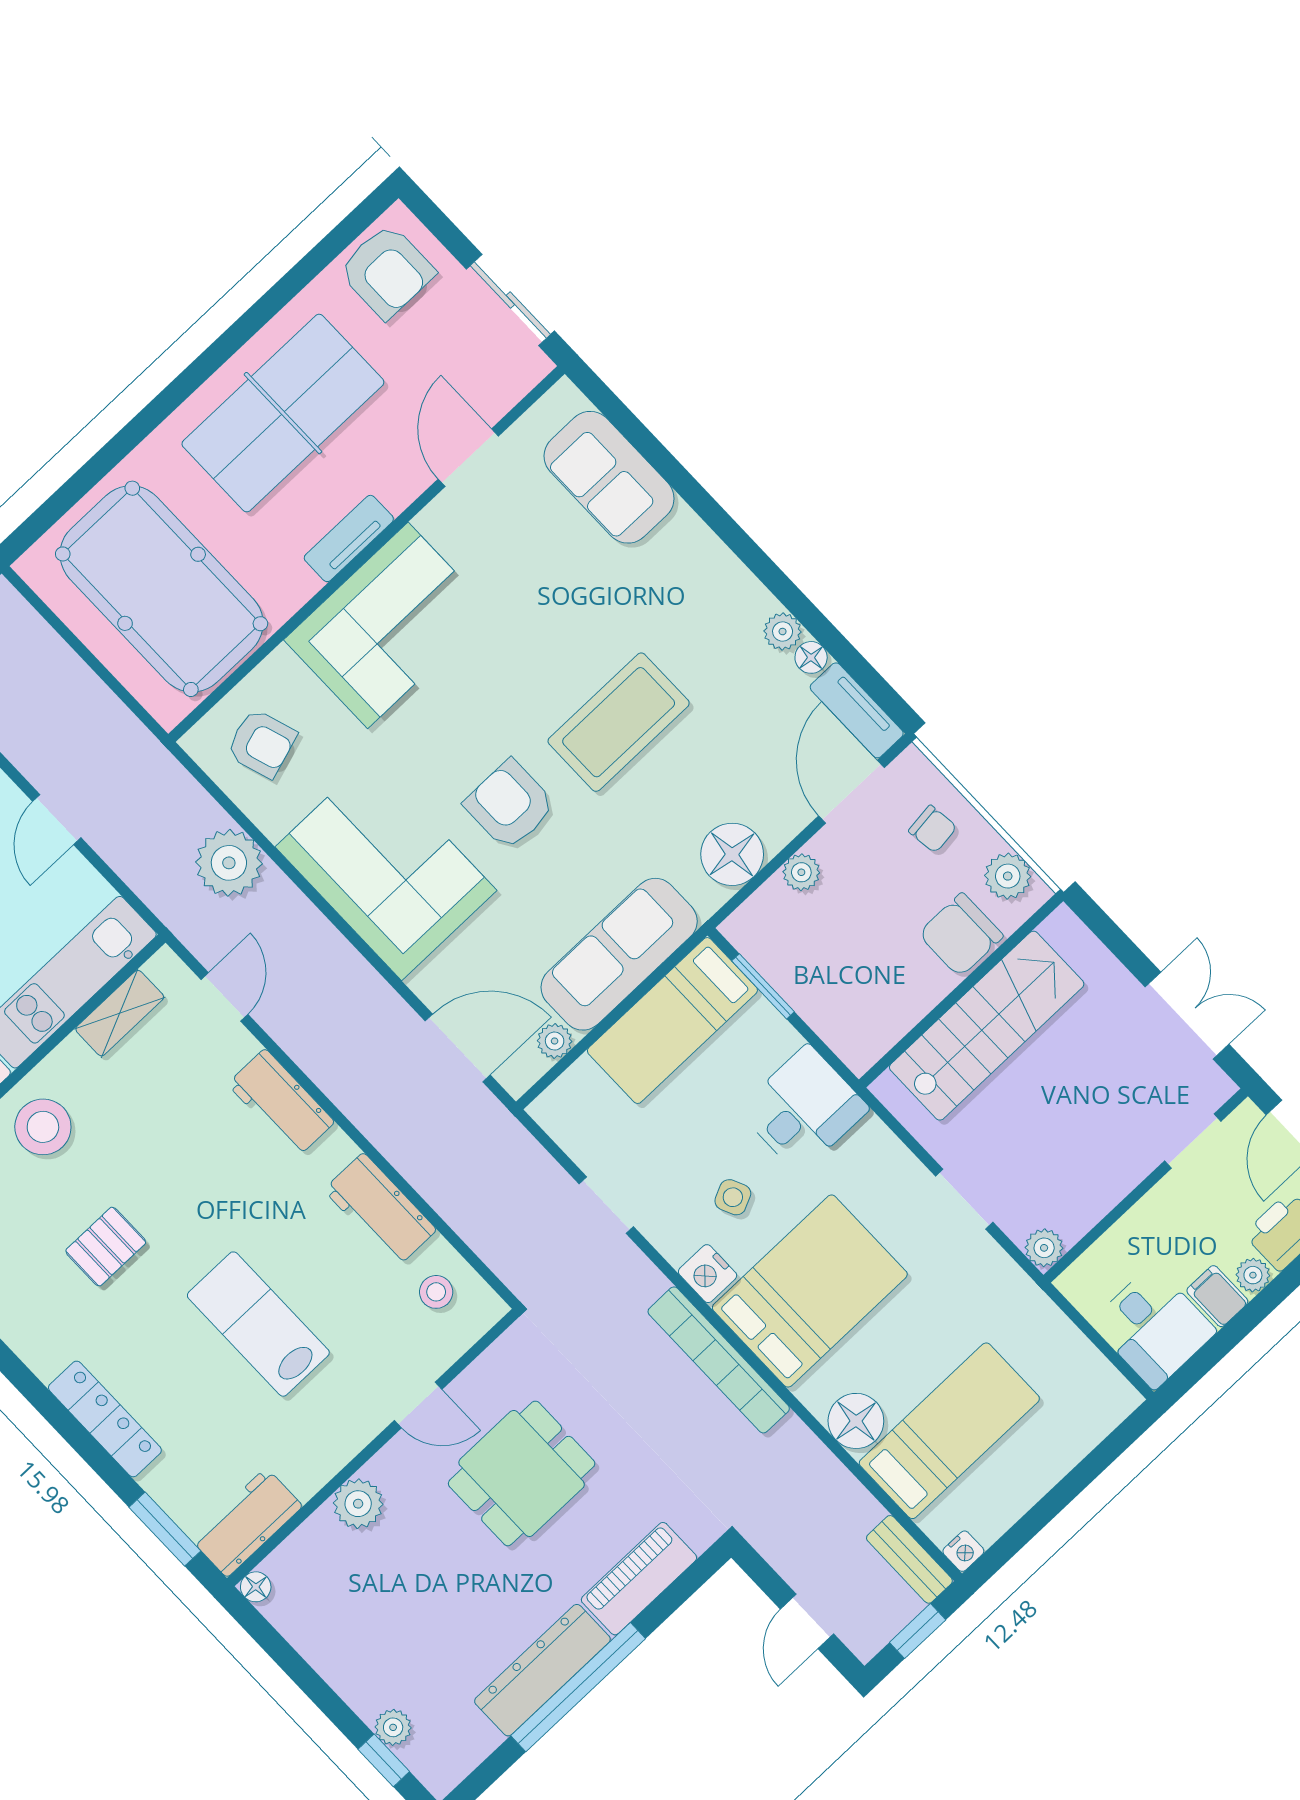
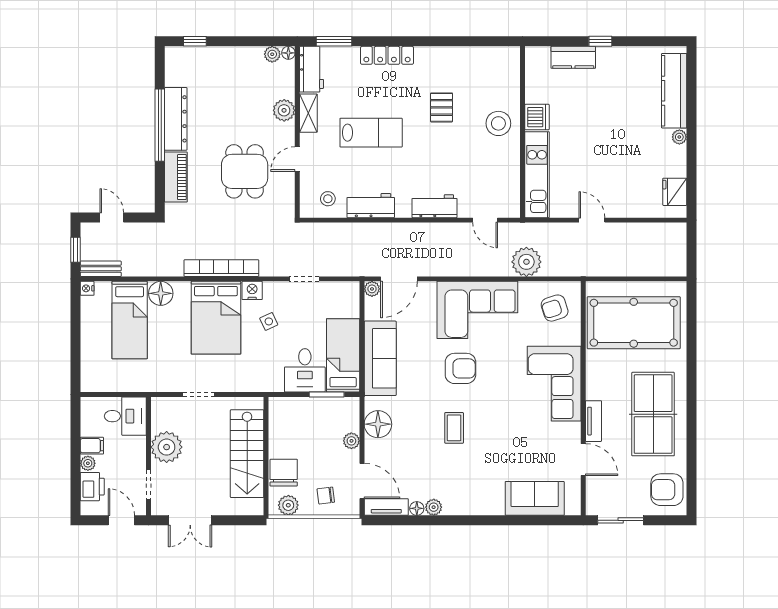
tv unit: (349, 538) -> (593, 421), moved
coffee table: (619, 722) -> (454, 428), width x0.54, depth x0.58
shelving: (120, 1013) -> (308, 113), moved
plant: (555, 1041) -> (372, 289), moved
desk: (803, 1109) -> (305, 370), moved
plant: (1044, 1248) -> (167, 447), moved, width x1.88, depth x1.88
desk: (1153, 1327) -> (125, 416), moved, turned 180
plant: (393, 1727) -> (272, 54), moved

